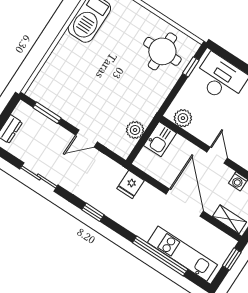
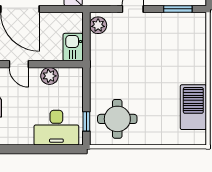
plant: (183, 118) -> (49, 76), moved
plant: (135, 130) -> (98, 25), moved

